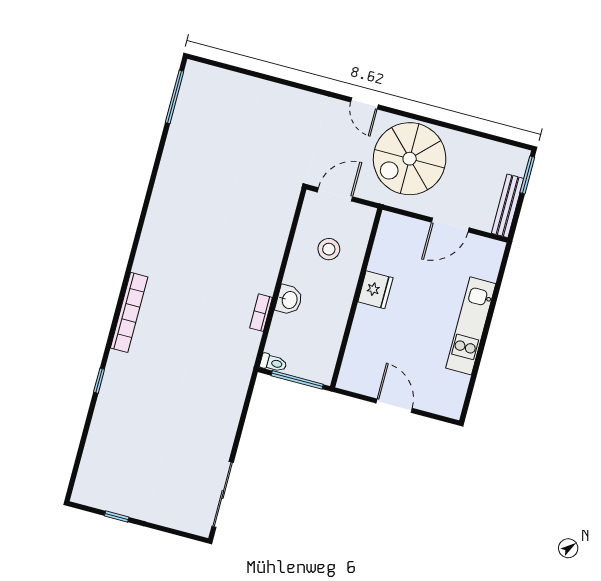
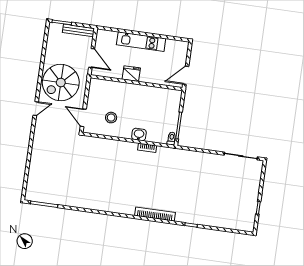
spiral stairs: (410, 159) -> (61, 83), turned 90
fridge: (375, 290) -> (131, 74), moved
wall: (356, 298) -> (136, 83), moved

